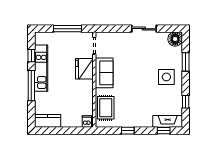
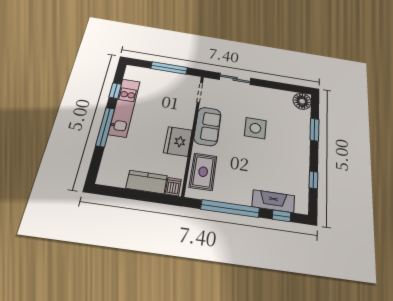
sliding door: (144, 29) -> (235, 79), moved
fridge: (84, 69) -> (178, 141), moved
side table: (166, 77) -> (255, 128), moved
kitchen counter: (48, 121) -> (147, 182), moved
fireplace: (168, 121) -> (273, 201), moved
window: (128, 131) -> (230, 208), width x3.17

